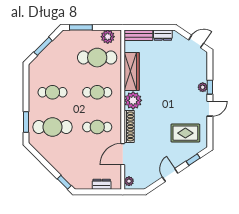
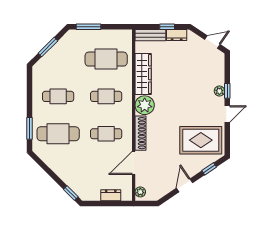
window: (154, 27) -> (167, 27), added
plant: (108, 37) -> (117, 37), removed
rug: (185, 133) -> (201, 140), width x1.36, depth x1.43

